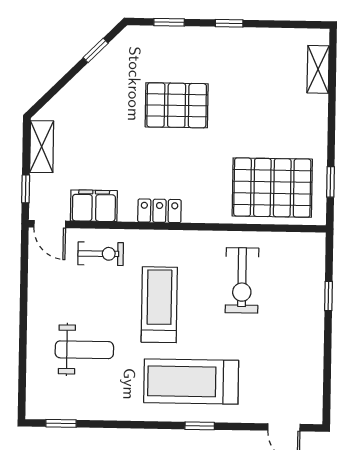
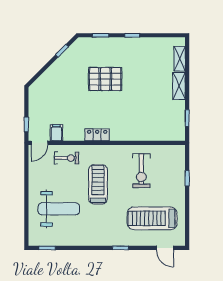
shelving: (42, 147) -> (179, 86), moved
pallet: (272, 188) -> (156, 122), removed
filing cabinet: (94, 206) -> (56, 133), width x0.50
door: (50, 224) -> (39, 143), hinge flipped
weight bench: (84, 350) -> (59, 209), width x1.36, depth x1.33
treadmill: (191, 382) -> (152, 218), moved

